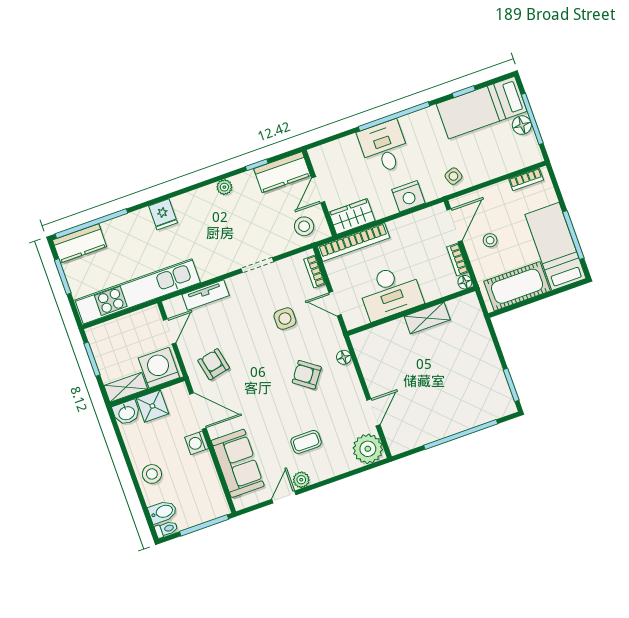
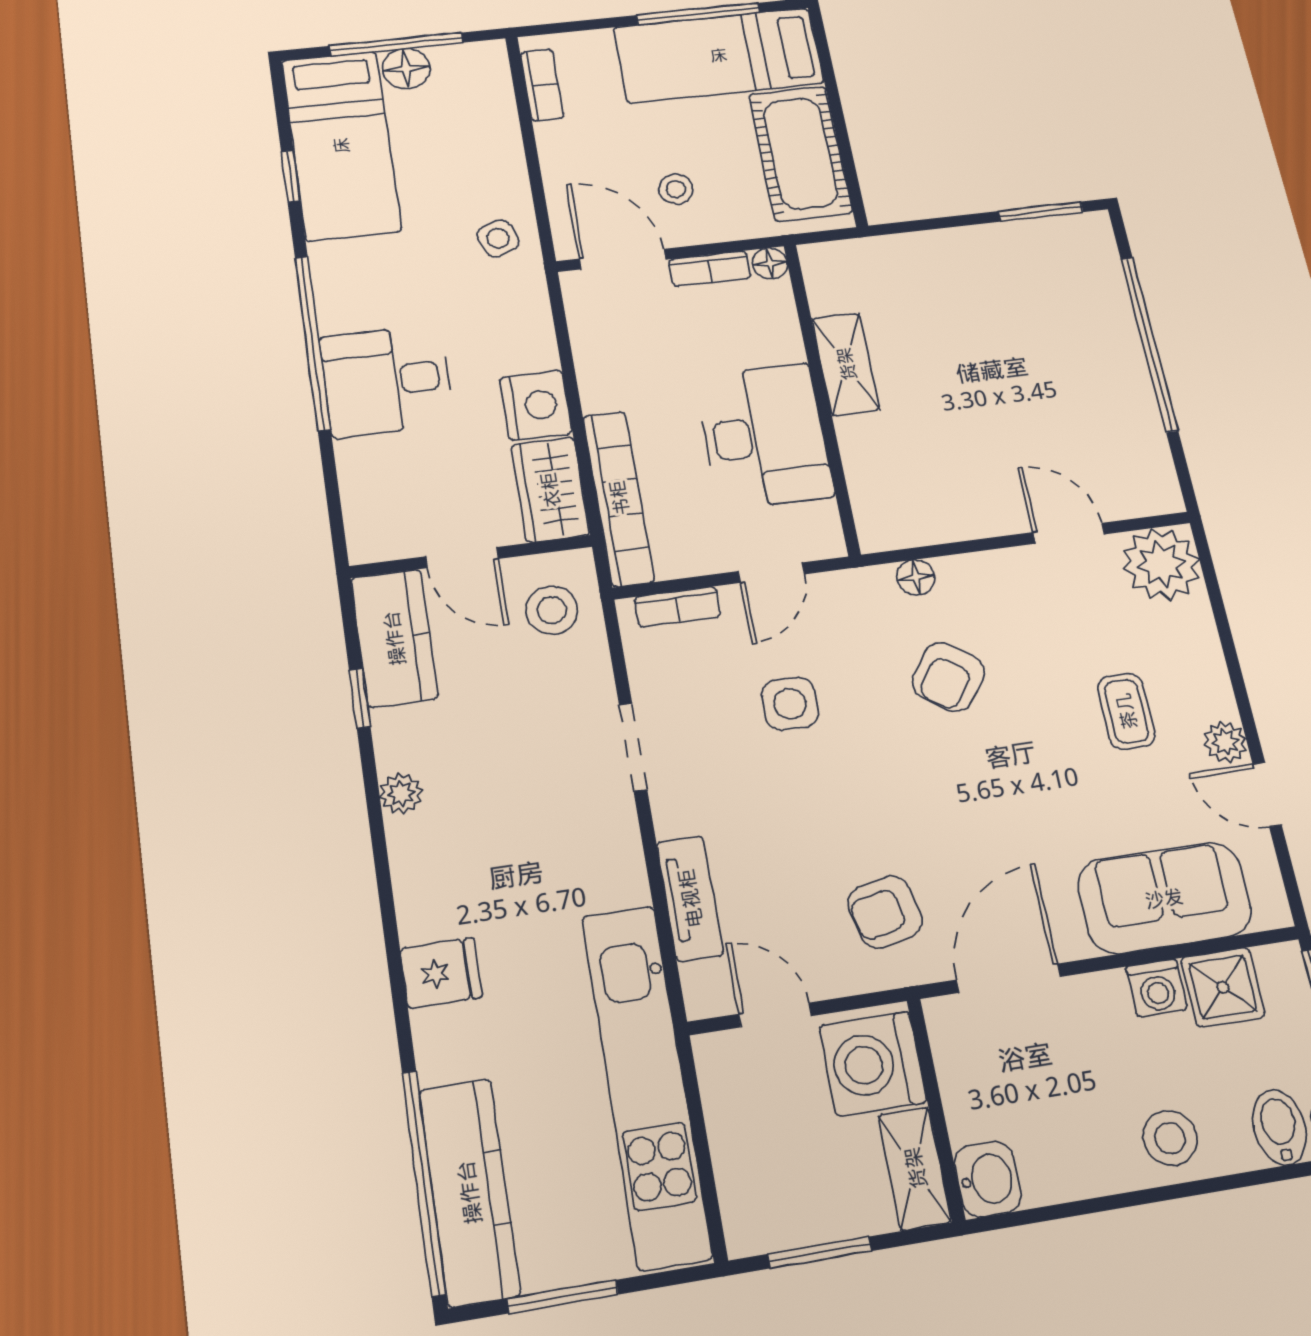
nightstand: (408, 196) -> (536, 405), moved
kitchen counter: (80, 243) -> (469, 1192), width x1.50
shower: (152, 406) -> (1223, 987), moved
washing machine: (197, 443) -> (1157, 988), moved

